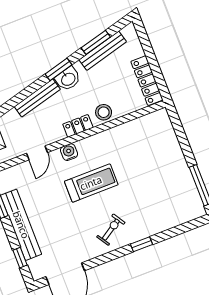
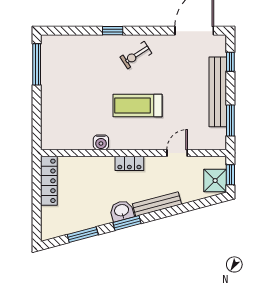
bench: (103, 51) -> (79, 224), removed
stool: (104, 112) -> (101, 167), removed
water cooler: (69, 152) -> (101, 142), moved

